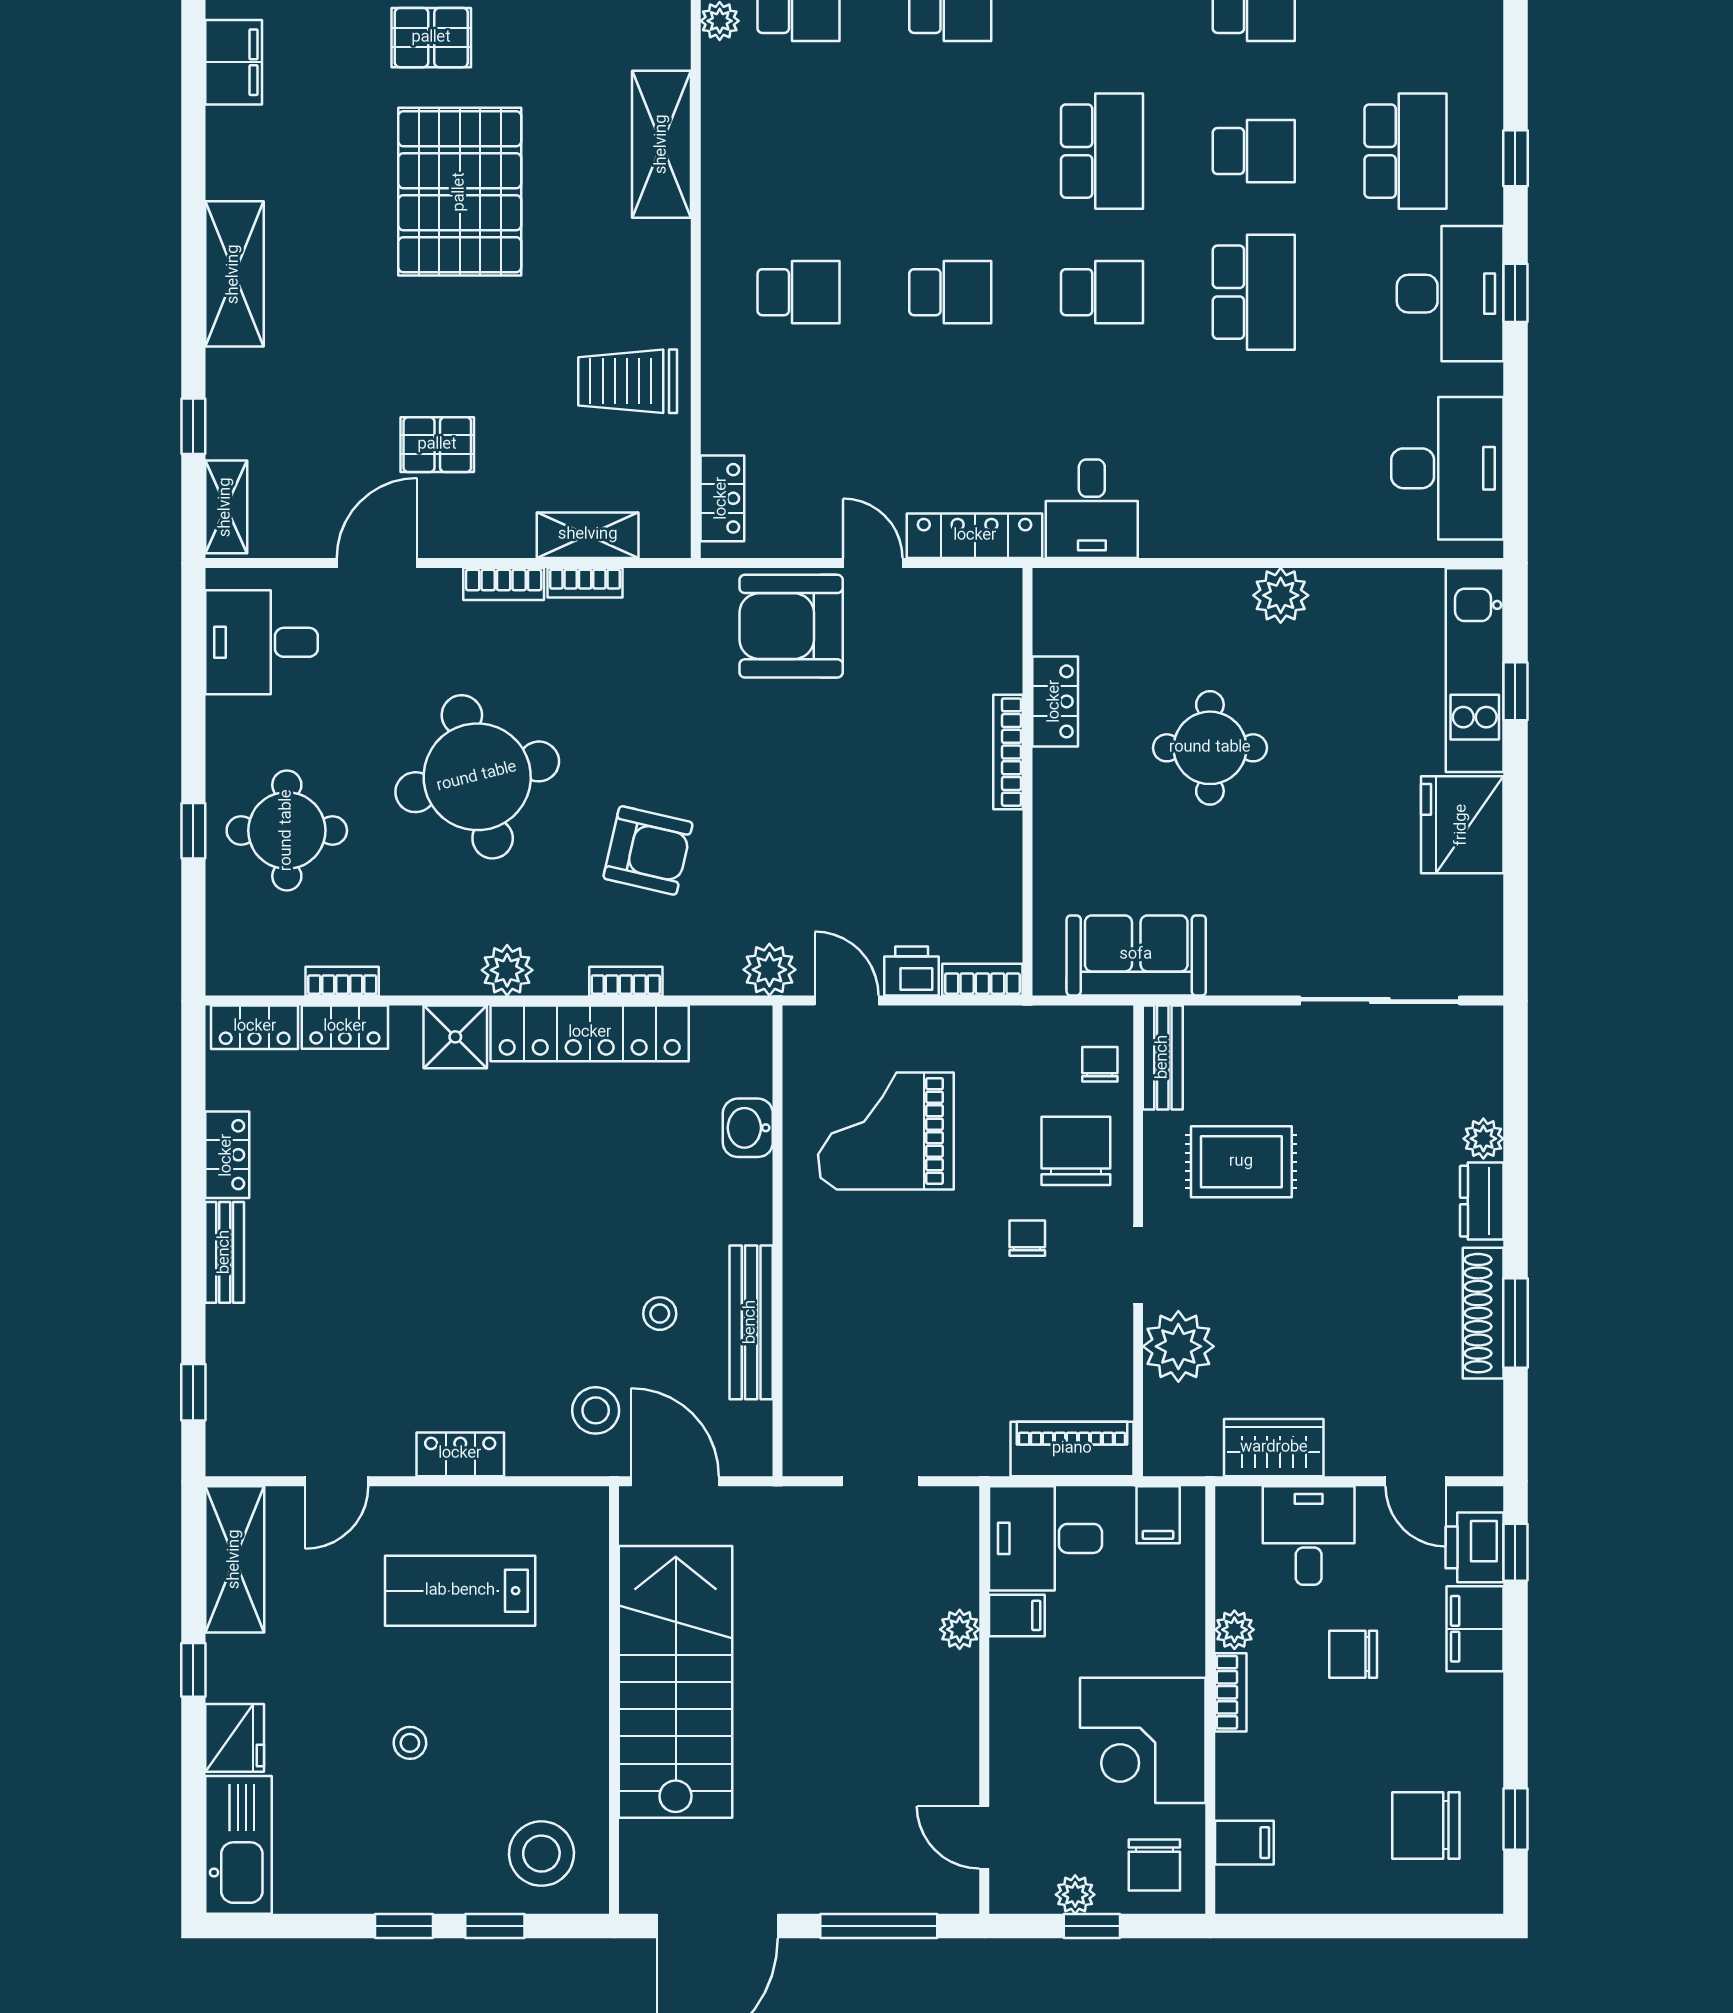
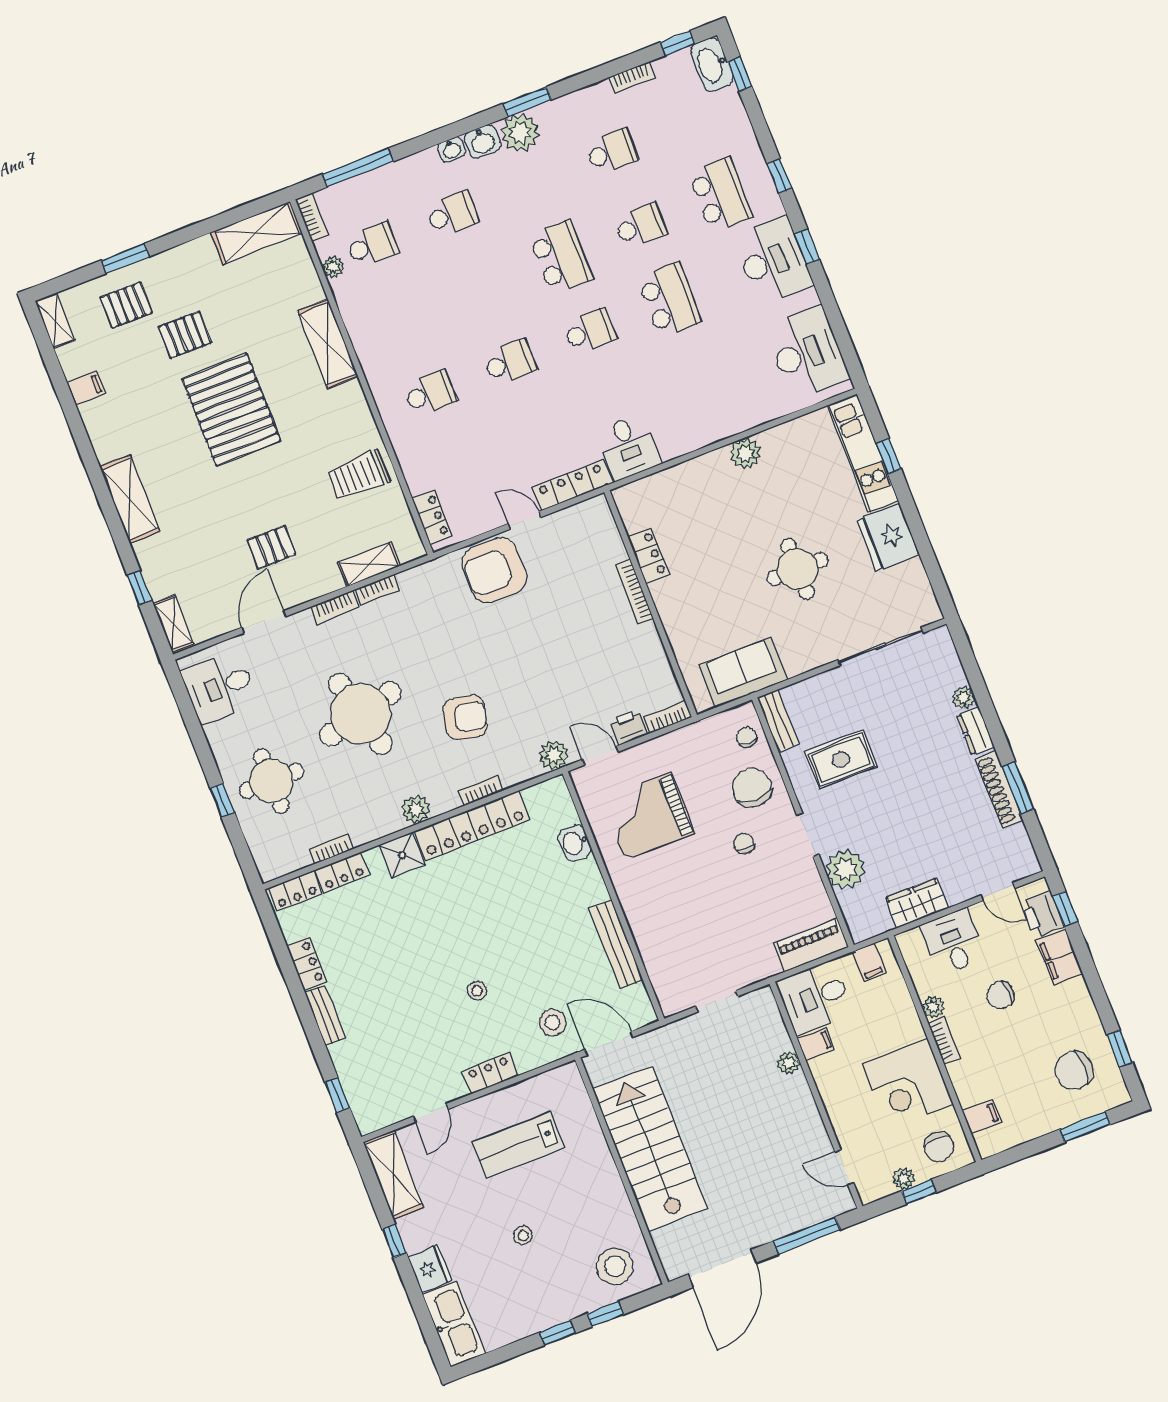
filing cabinet: (234, 62) -> (86, 388), width x0.50
round table: (1210, 748) -> (797, 569), moved
stool: (660, 1314) -> (477, 991), moved
window: (1408, 1926) -> (1085, 1127), added

